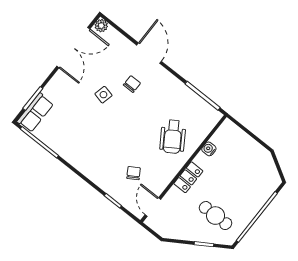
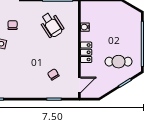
wheelchair: (173, 137) -> (52, 25), moved
door: (153, 207) -> (79, 85), swing flipped

